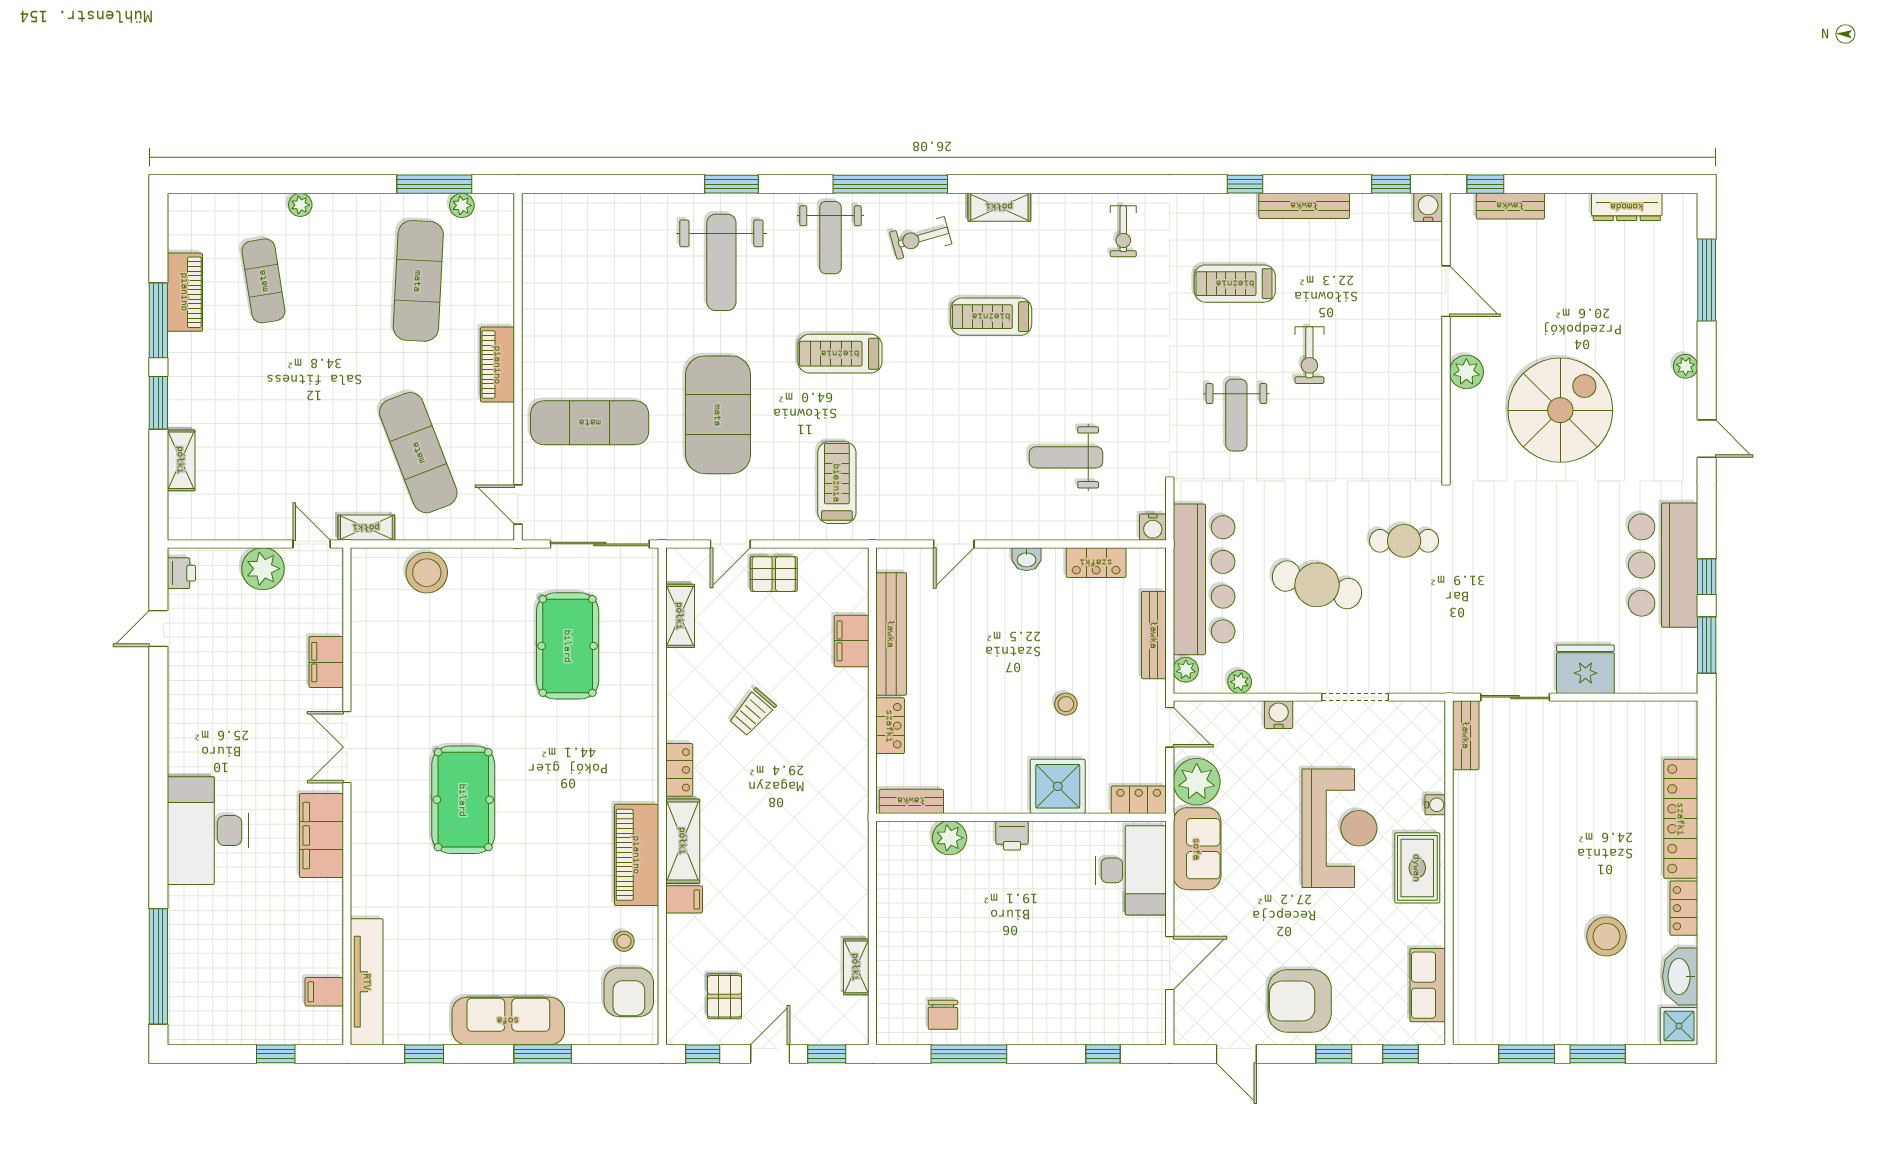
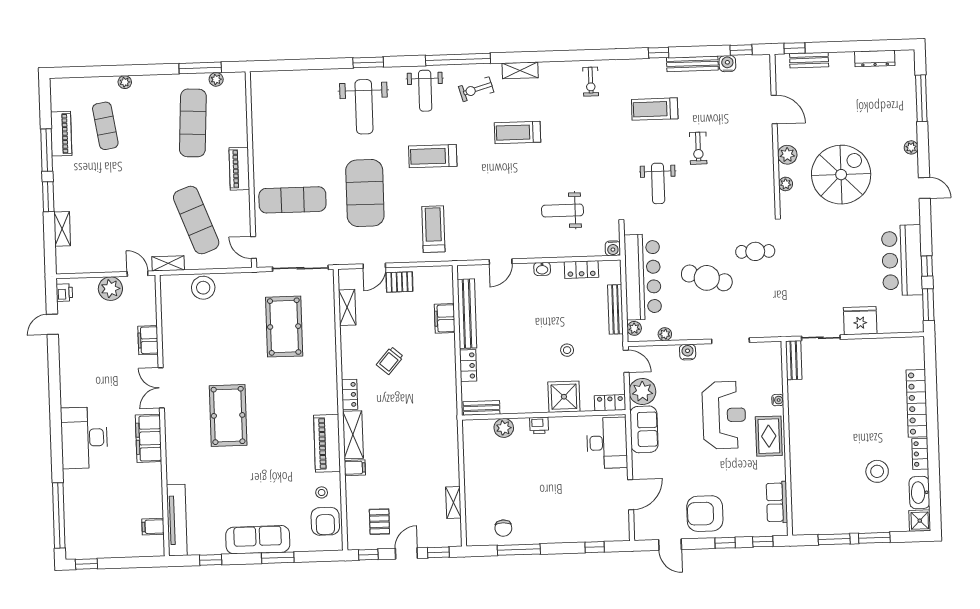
water cooler: (1428, 207) -> (727, 64), moved
plant: (1462, 424) -> (786, 184), added
window: (276, 1054) -> (86, 564), moved

